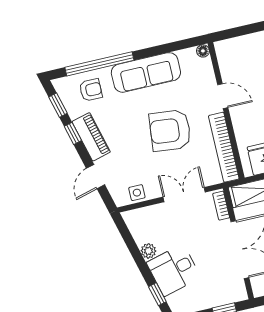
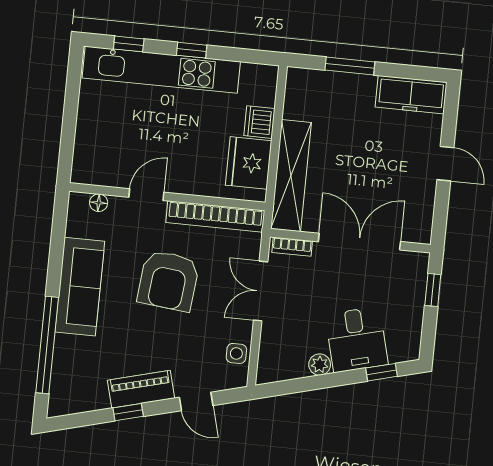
floor lamp: (203, 51) -> (99, 203), moved
armchair: (91, 90) -> (78, 369), removed
window: (58, 105) -> (83, 419), removed

